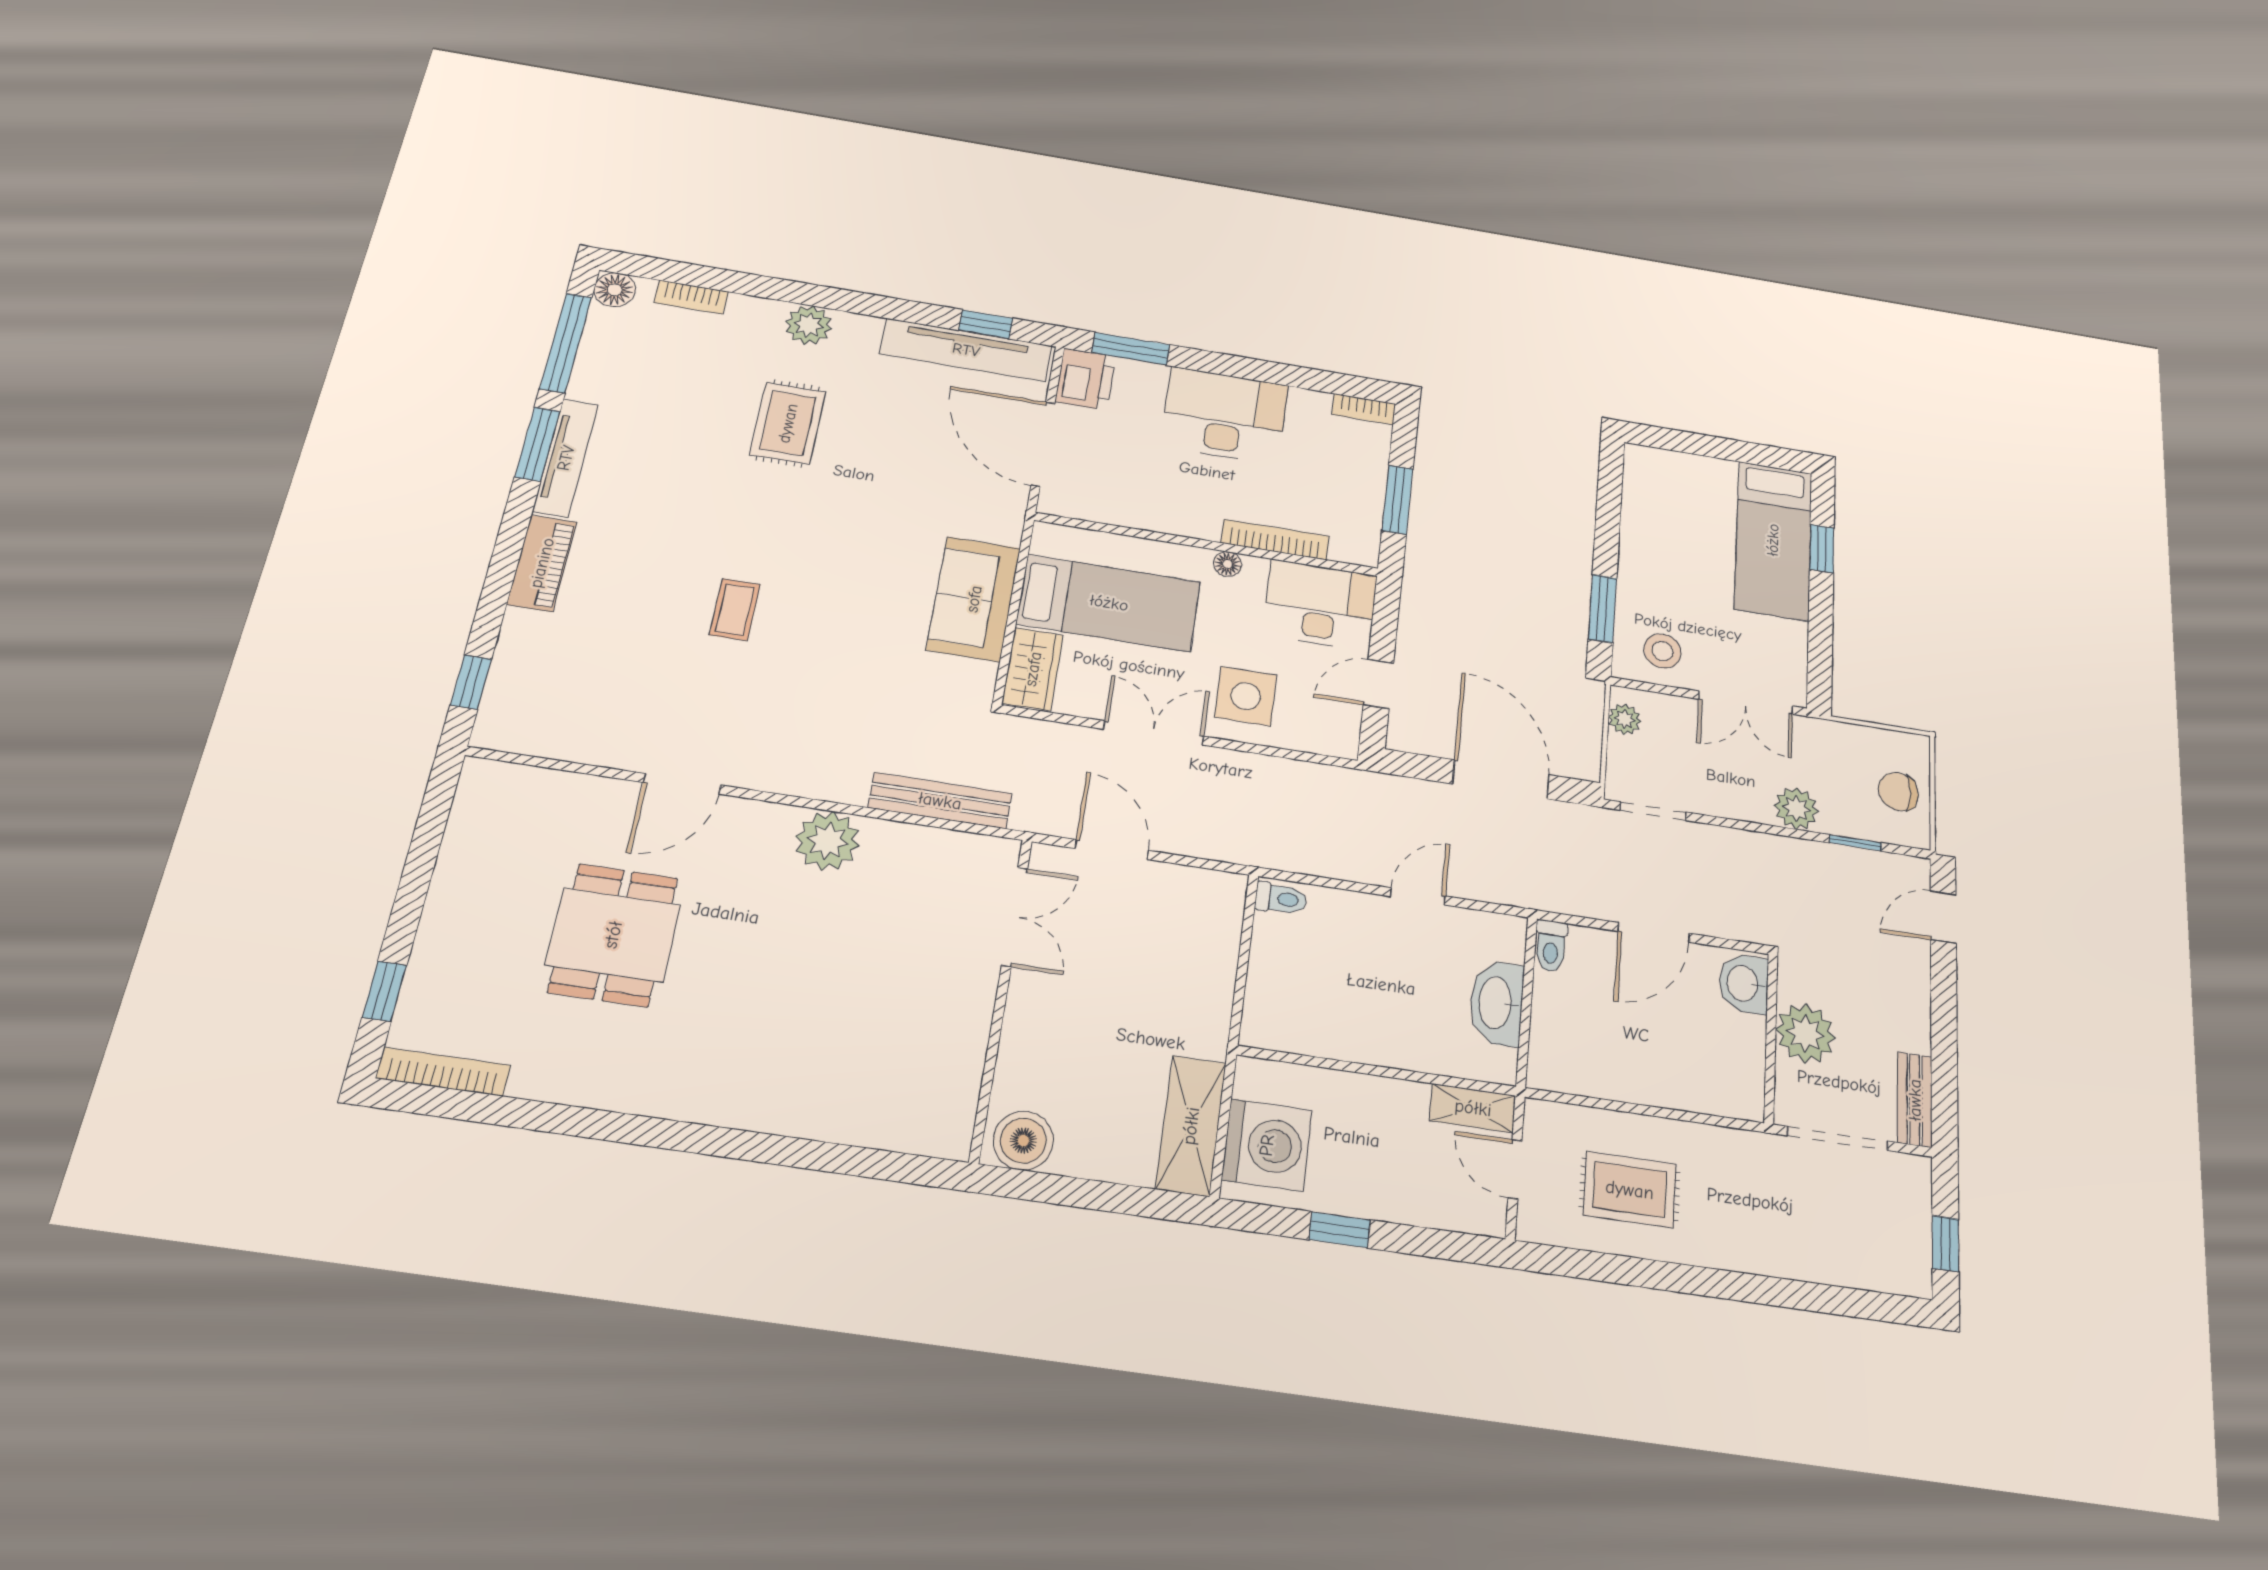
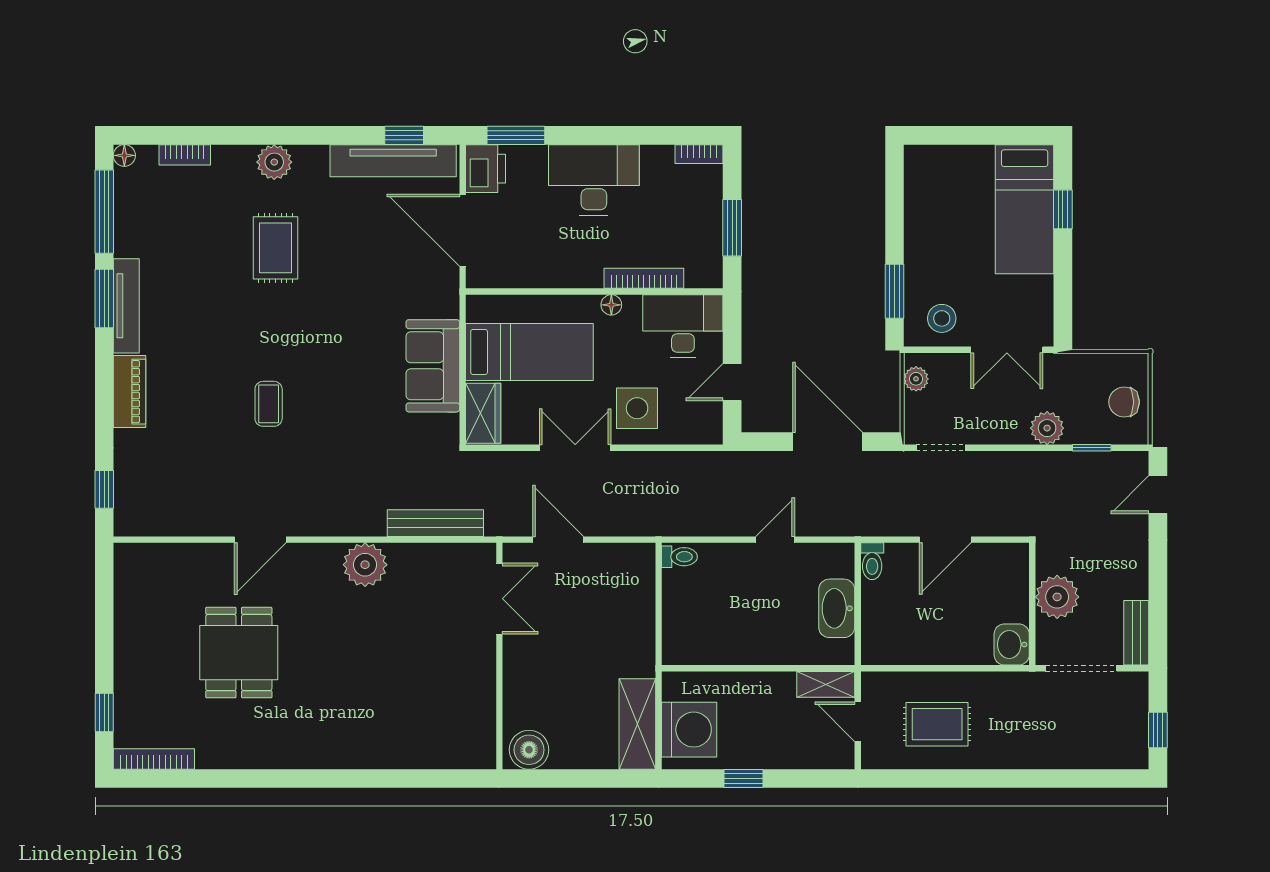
floor lamp: (615, 290) -> (124, 155), width x0.73, depth x0.73
washbasin: (1744, 984) -> (1012, 645), moved

